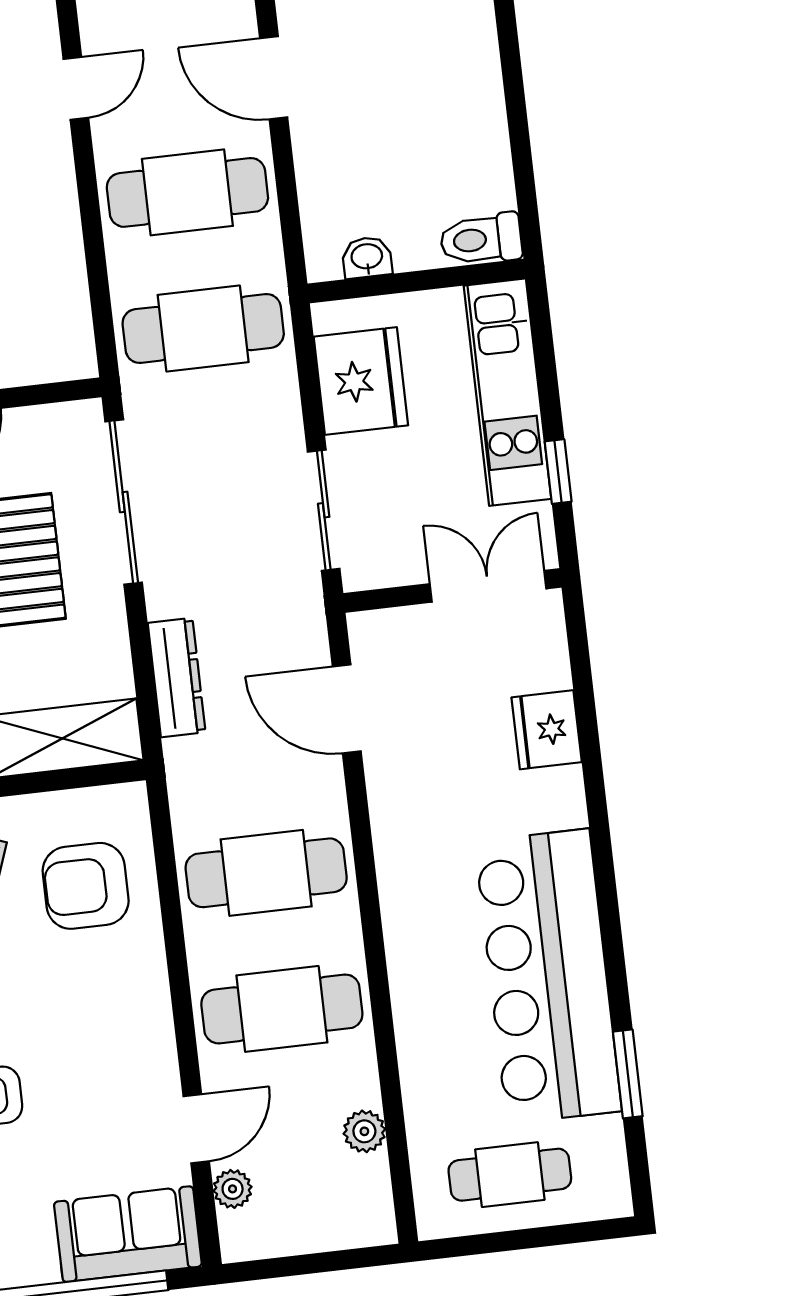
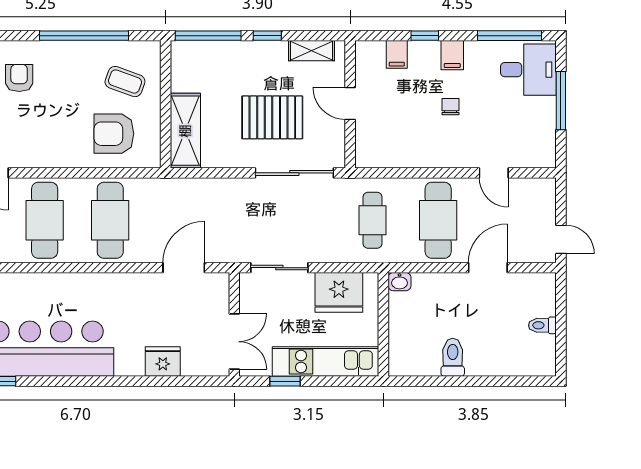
toilet: (481, 239) -> (453, 357), moved
washbasin: (367, 257) -> (400, 282), moved, turned 90
cafe table: (203, 329) -> (373, 220), width x0.73, depth x0.74
dresser: (177, 678) -> (208, 188), removed
armchair: (86, 886) -> (114, 134), turned -90

